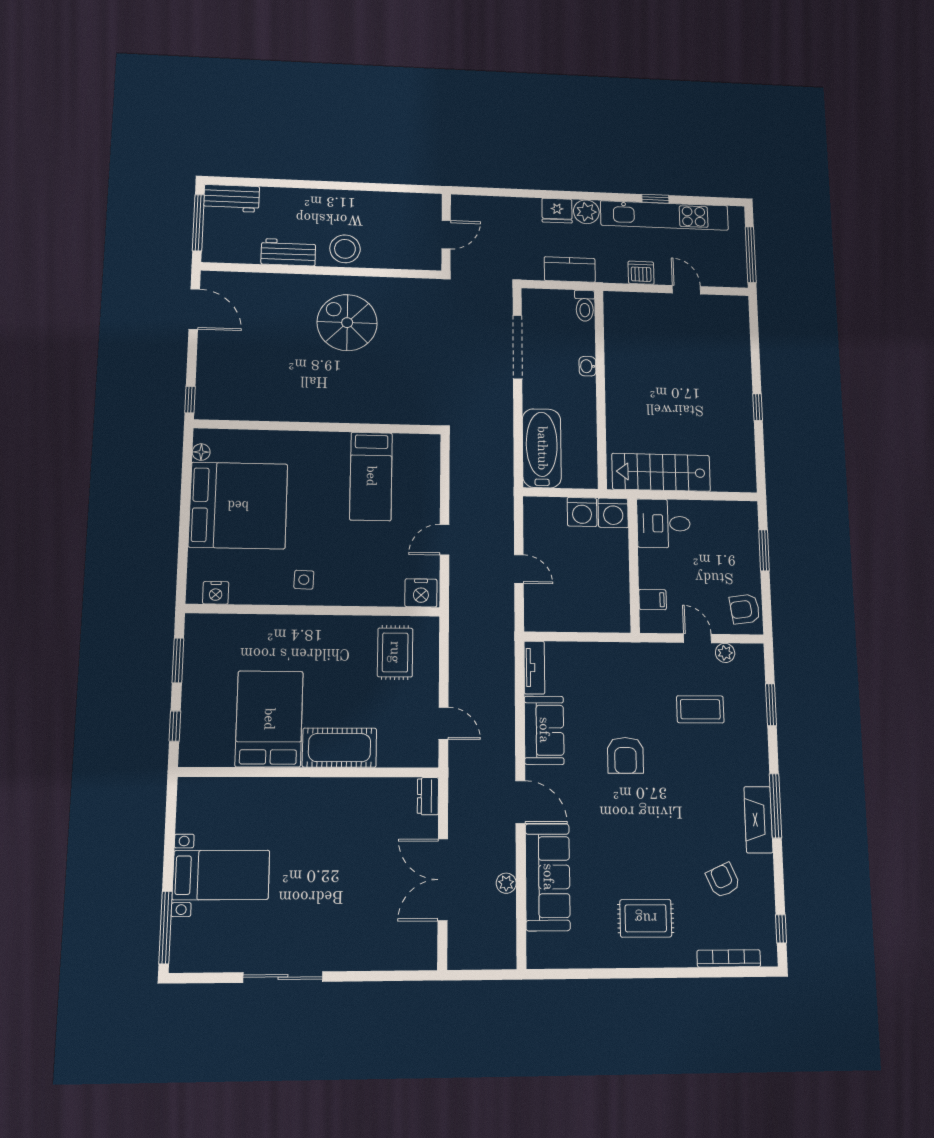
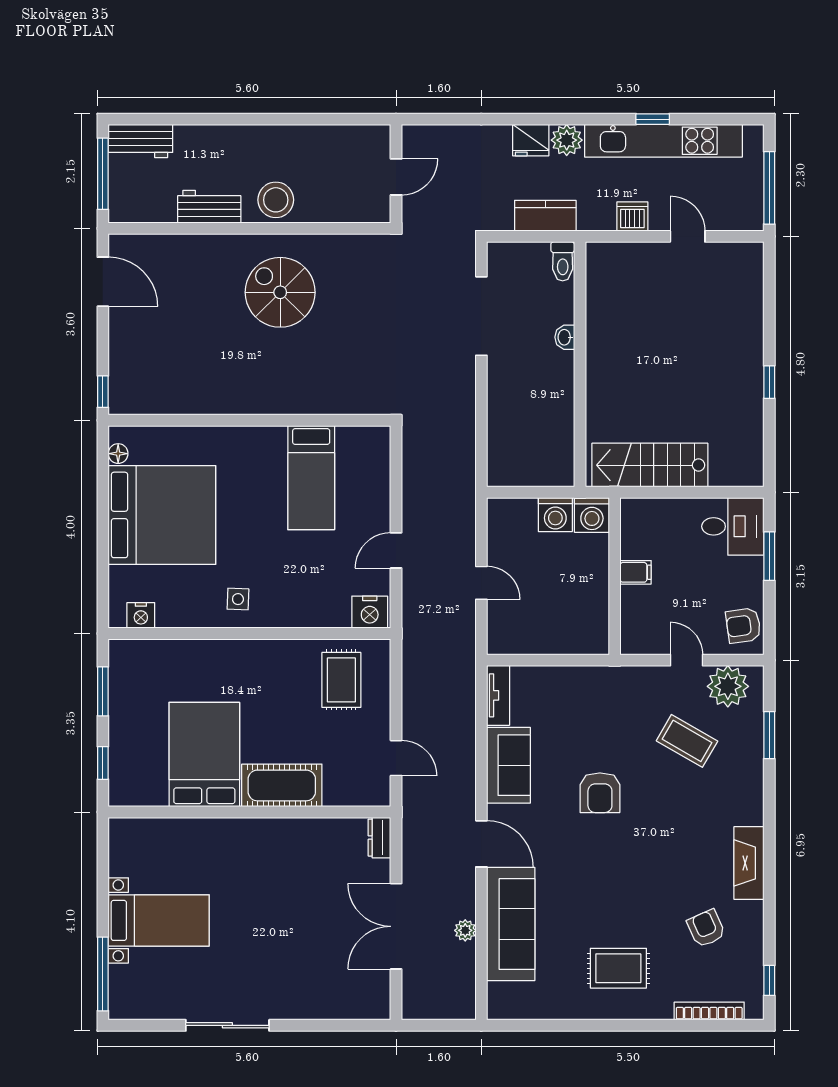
bathtub: (542, 448) -> (509, 439), removed
desk: (664, 523) -> (733, 526), moved, turned 180
filing cabinet: (653, 600) -> (636, 572), moved
plant: (725, 653) -> (728, 686), width x1.87, depth x1.87
coffee table: (700, 709) -> (687, 741), turned 30
window: (776, 806) -> (769, 848), removed

